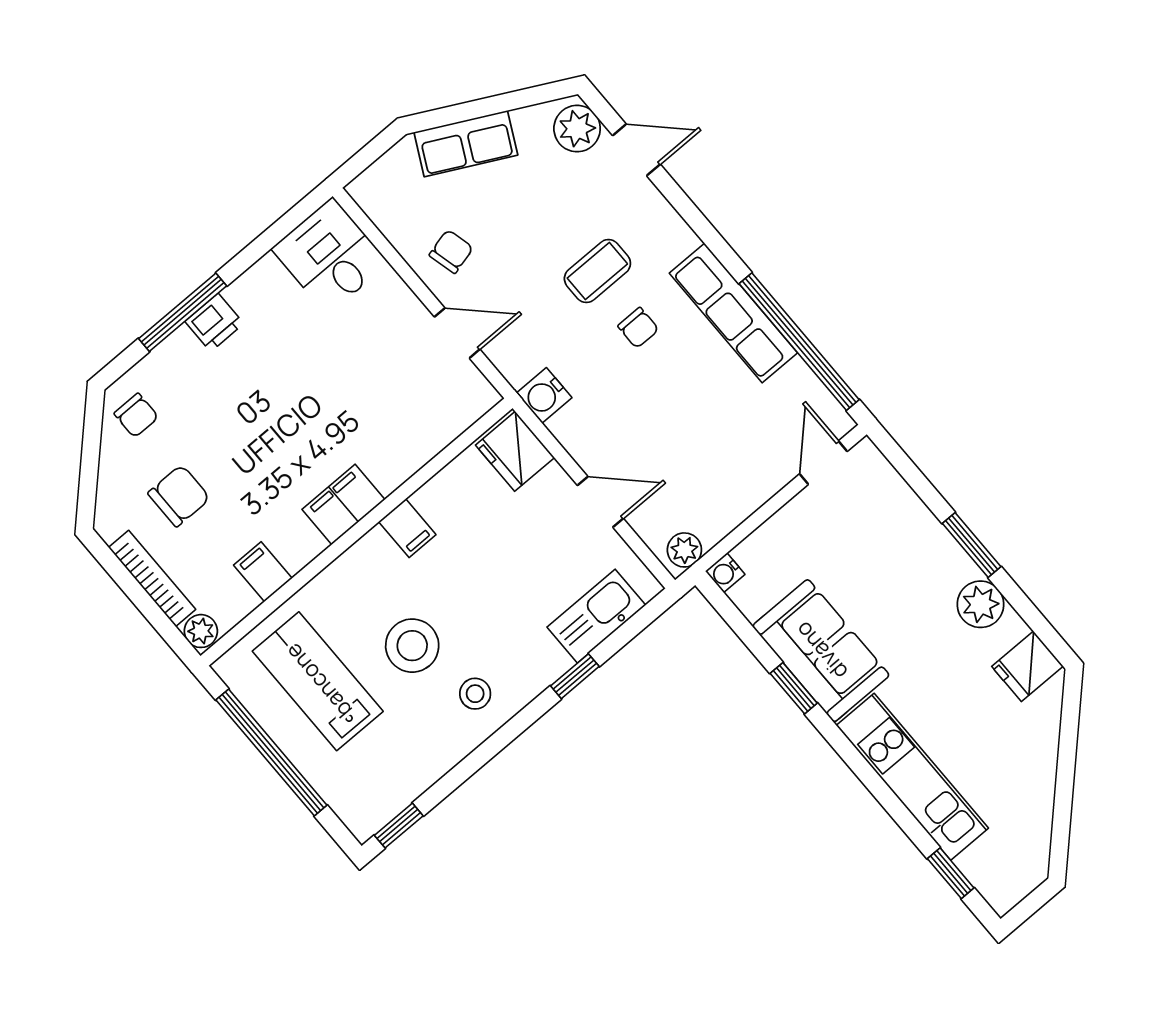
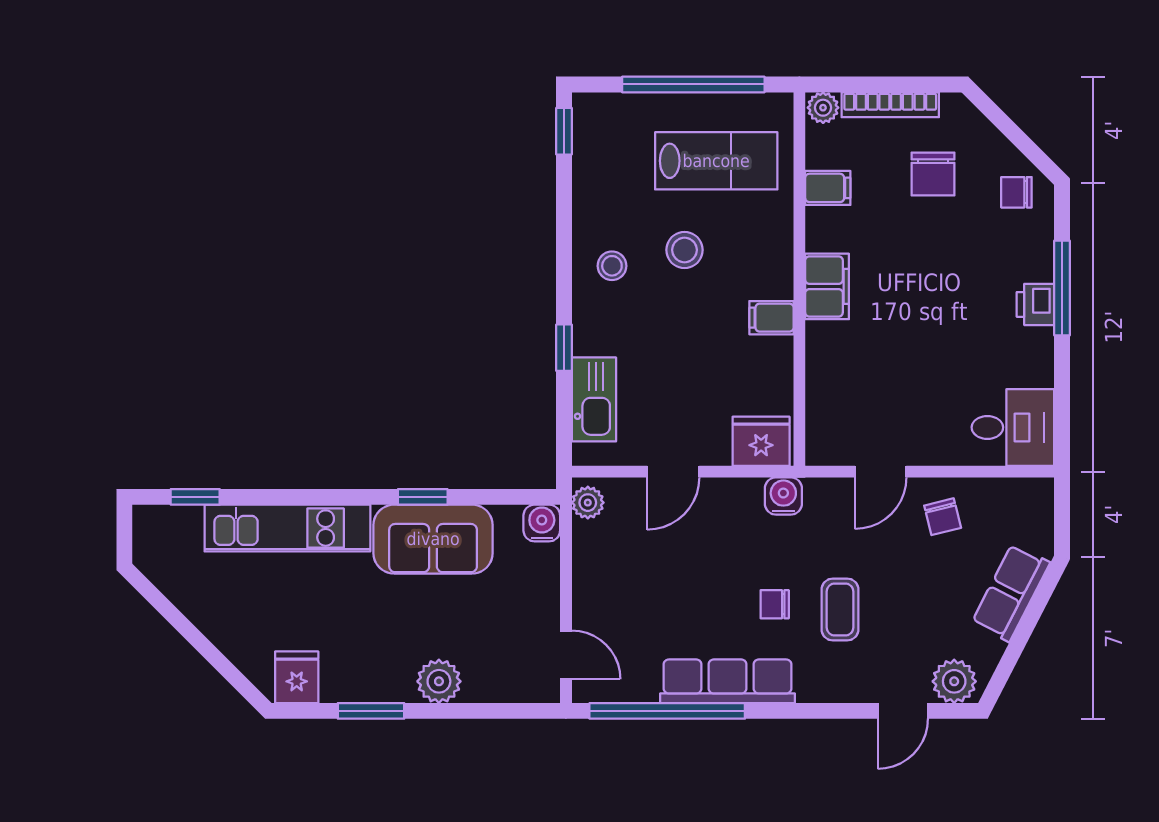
window: (972, 545) -> (371, 711), moved
water cooler: (725, 573) -> (542, 523), width x1.38, depth x1.38
plant: (980, 604) -> (439, 681), moved
stool: (412, 646) -> (685, 250), width x0.73, depth x0.73

